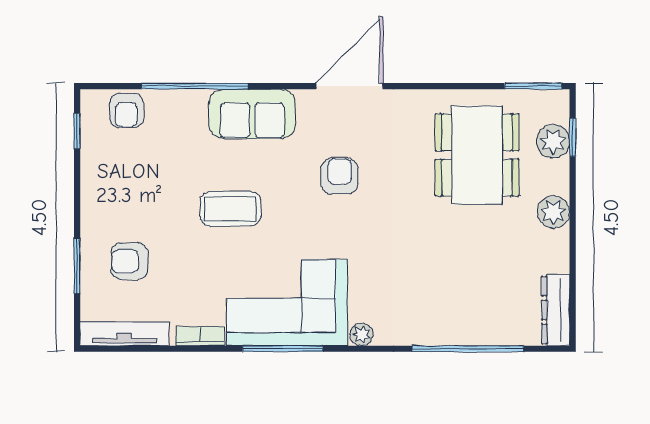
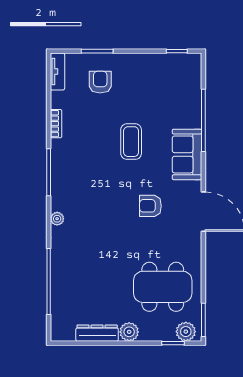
armchair: (127, 111) -> (189, 80), removed
plant: (553, 141) -> (186, 332), moved
armchair: (340, 176) -> (150, 206), turned 180
corner sofa: (287, 303) -> (76, 175), removed
dresser: (556, 310) -> (97, 333), moved
tv unit: (124, 334) -> (57, 72), width x0.71

